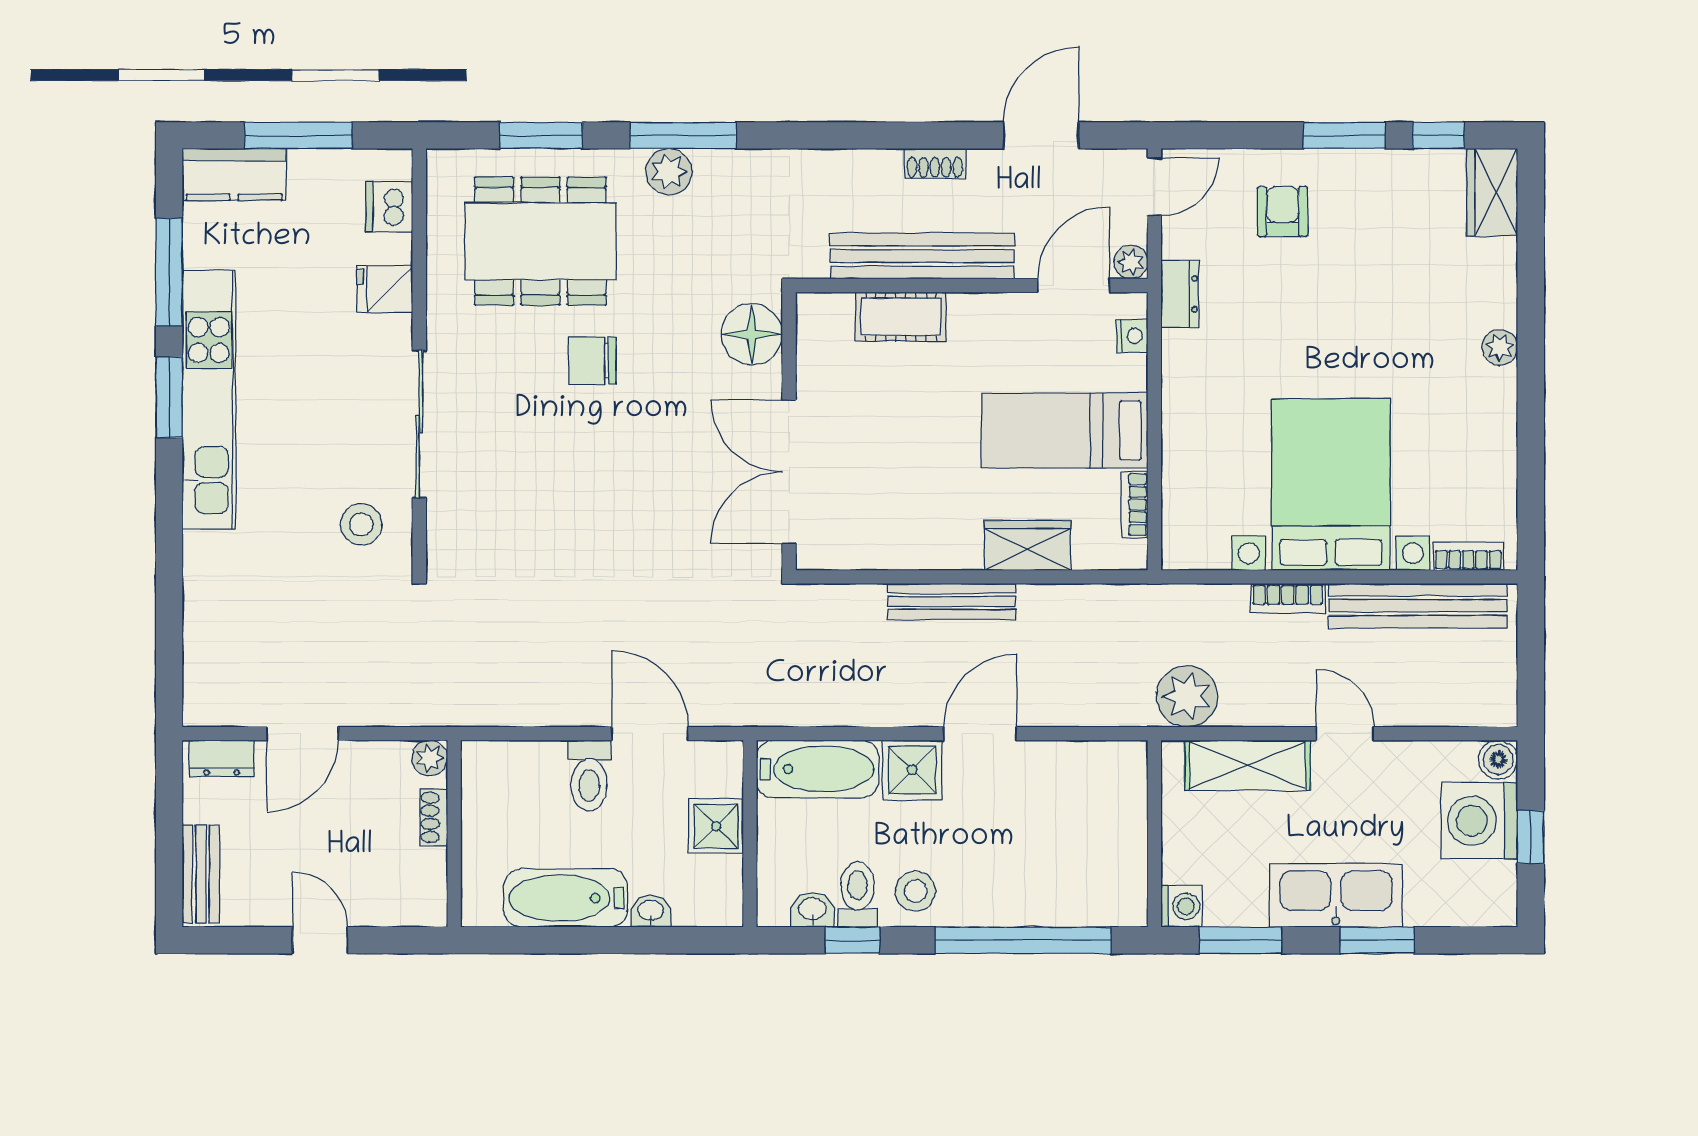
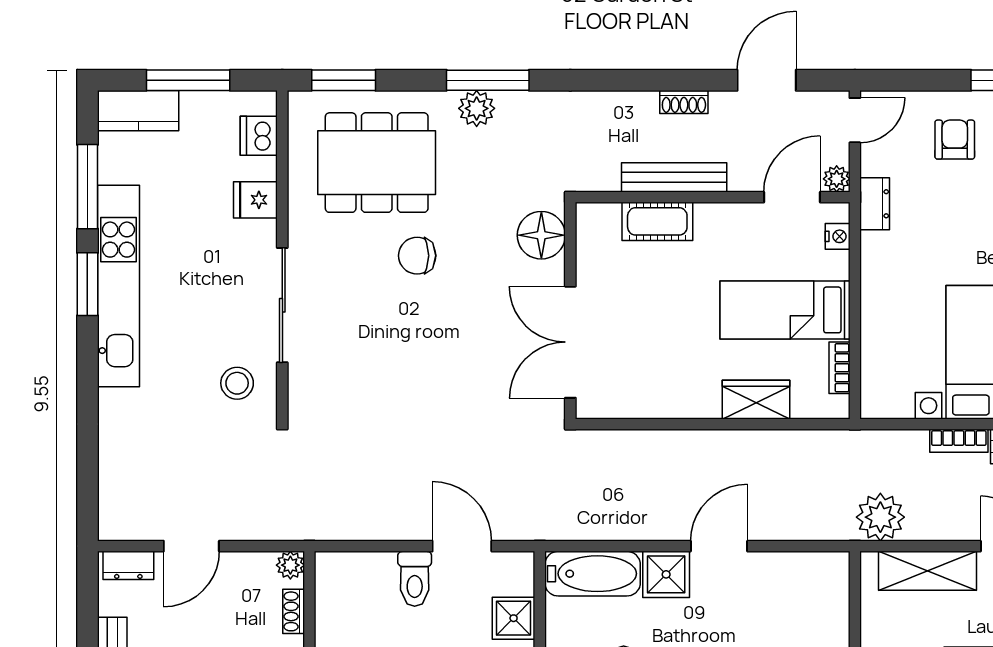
window: (541, 135) -> (344, 80), moved
bench: (922, 256) -> (674, 177), width x0.73, depth x0.82
bench: (952, 601) -> (697, 443), removed

